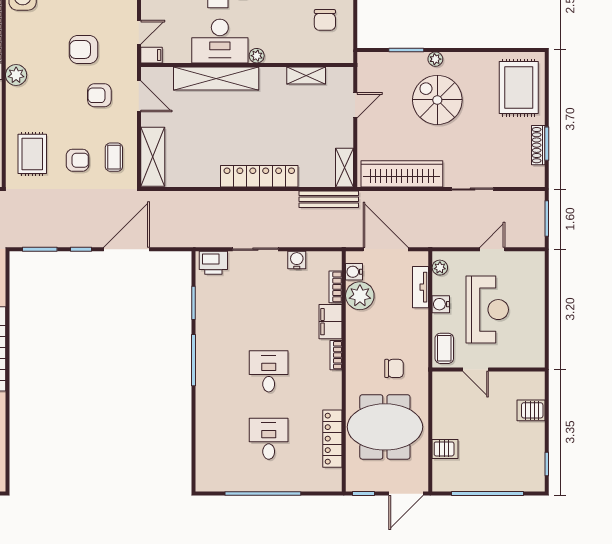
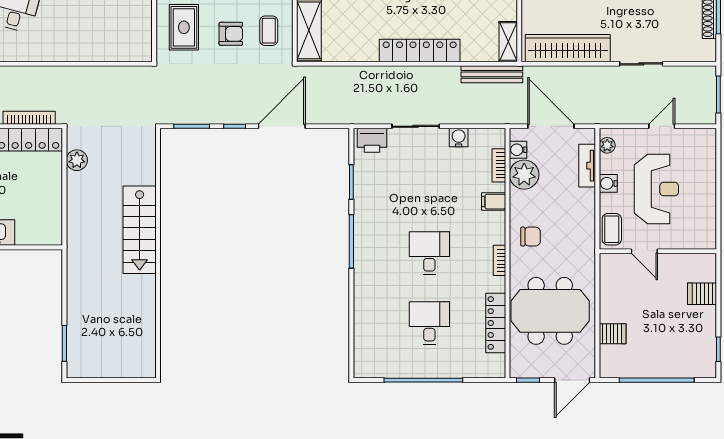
filing cabinet: (331, 322) -> (494, 202), width x0.50
bookcase: (336, 355) -> (499, 260), moved
chair: (394, 368) -> (531, 237), moved

